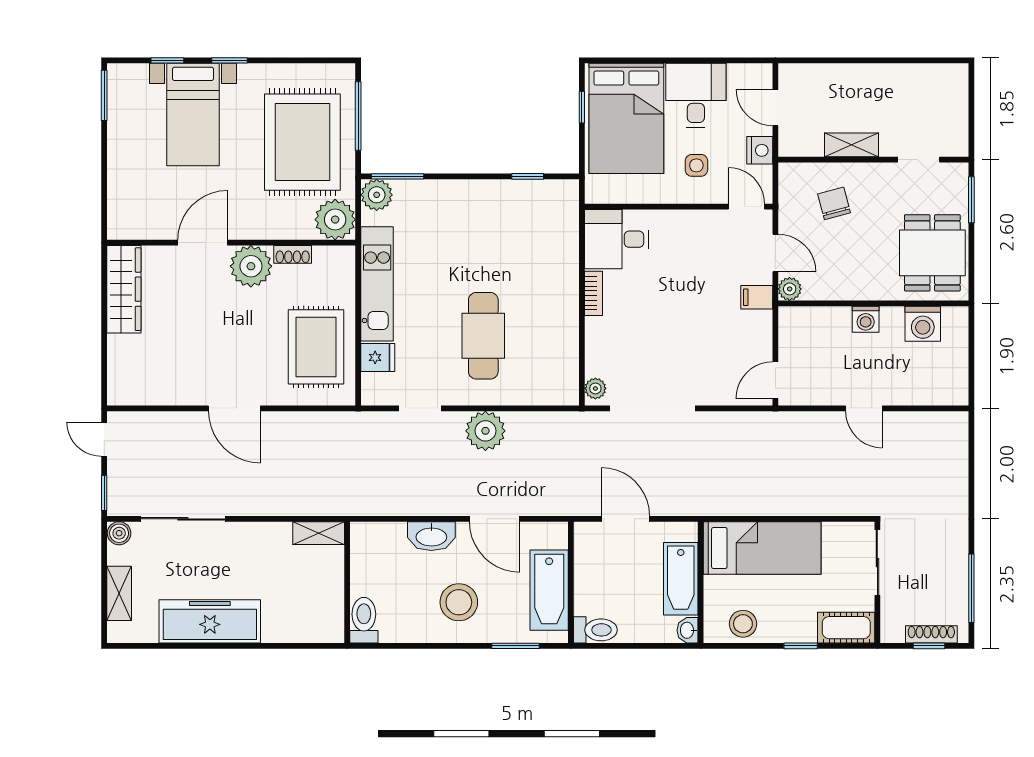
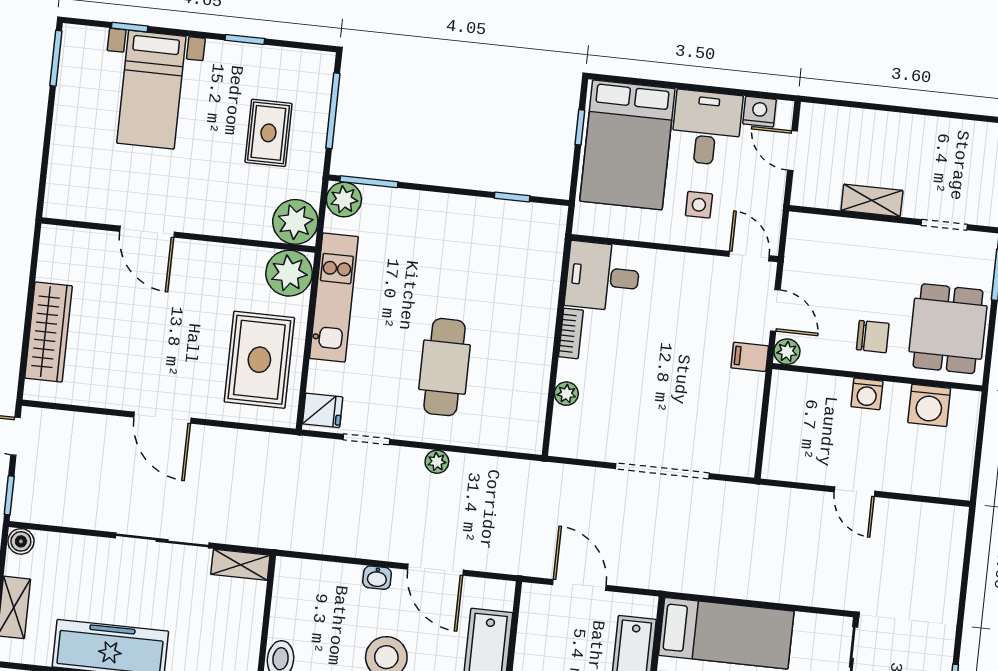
window: (230, 60) -> (245, 39), moved
rug: (302, 142) -> (268, 133), width x0.54, depth x0.49
nightstand: (760, 150) -> (760, 112), moved, turned -90
chair: (834, 203) -> (873, 337), moved, turned 105
door: (203, 243) -> (147, 232), swing flipped
shoe rack: (293, 254) -> (245, 255), removed
plant: (251, 266) -> (289, 273), moved
wardrobe: (124, 289) -> (49, 332), moved
fridge: (378, 357) -> (323, 410), moved
door: (775, 380) -> (760, 450), removed
plant: (595, 388) -> (566, 394), moved
doorway: (653, 408) -> (662, 471), moved
plant: (485, 431) -> (437, 462), width x0.53, depth x0.53
sliding door: (183, 519) -> (162, 540), moved
washbasin: (431, 536) -> (377, 578), width x0.52, depth x0.69

